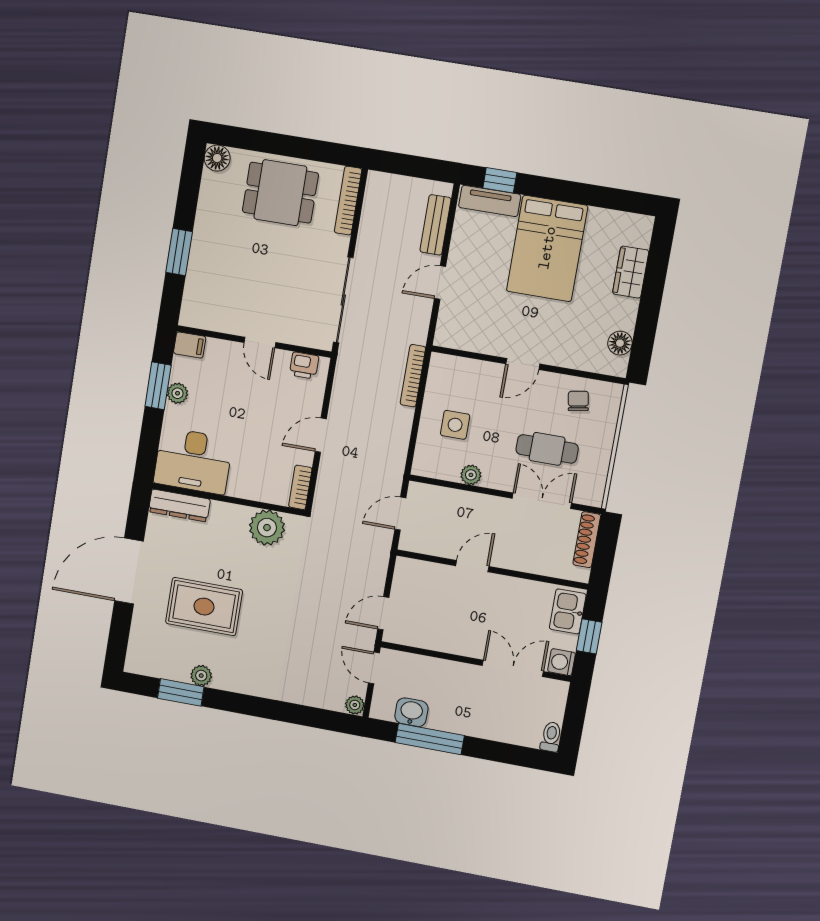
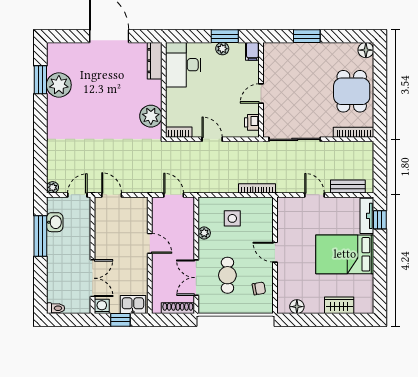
double door: (542, 501) -> (196, 278), swing flipped
rug: (204, 607) -> (96, 86), removed
plant: (201, 676) -> (59, 85), width x1.88, depth x1.88

